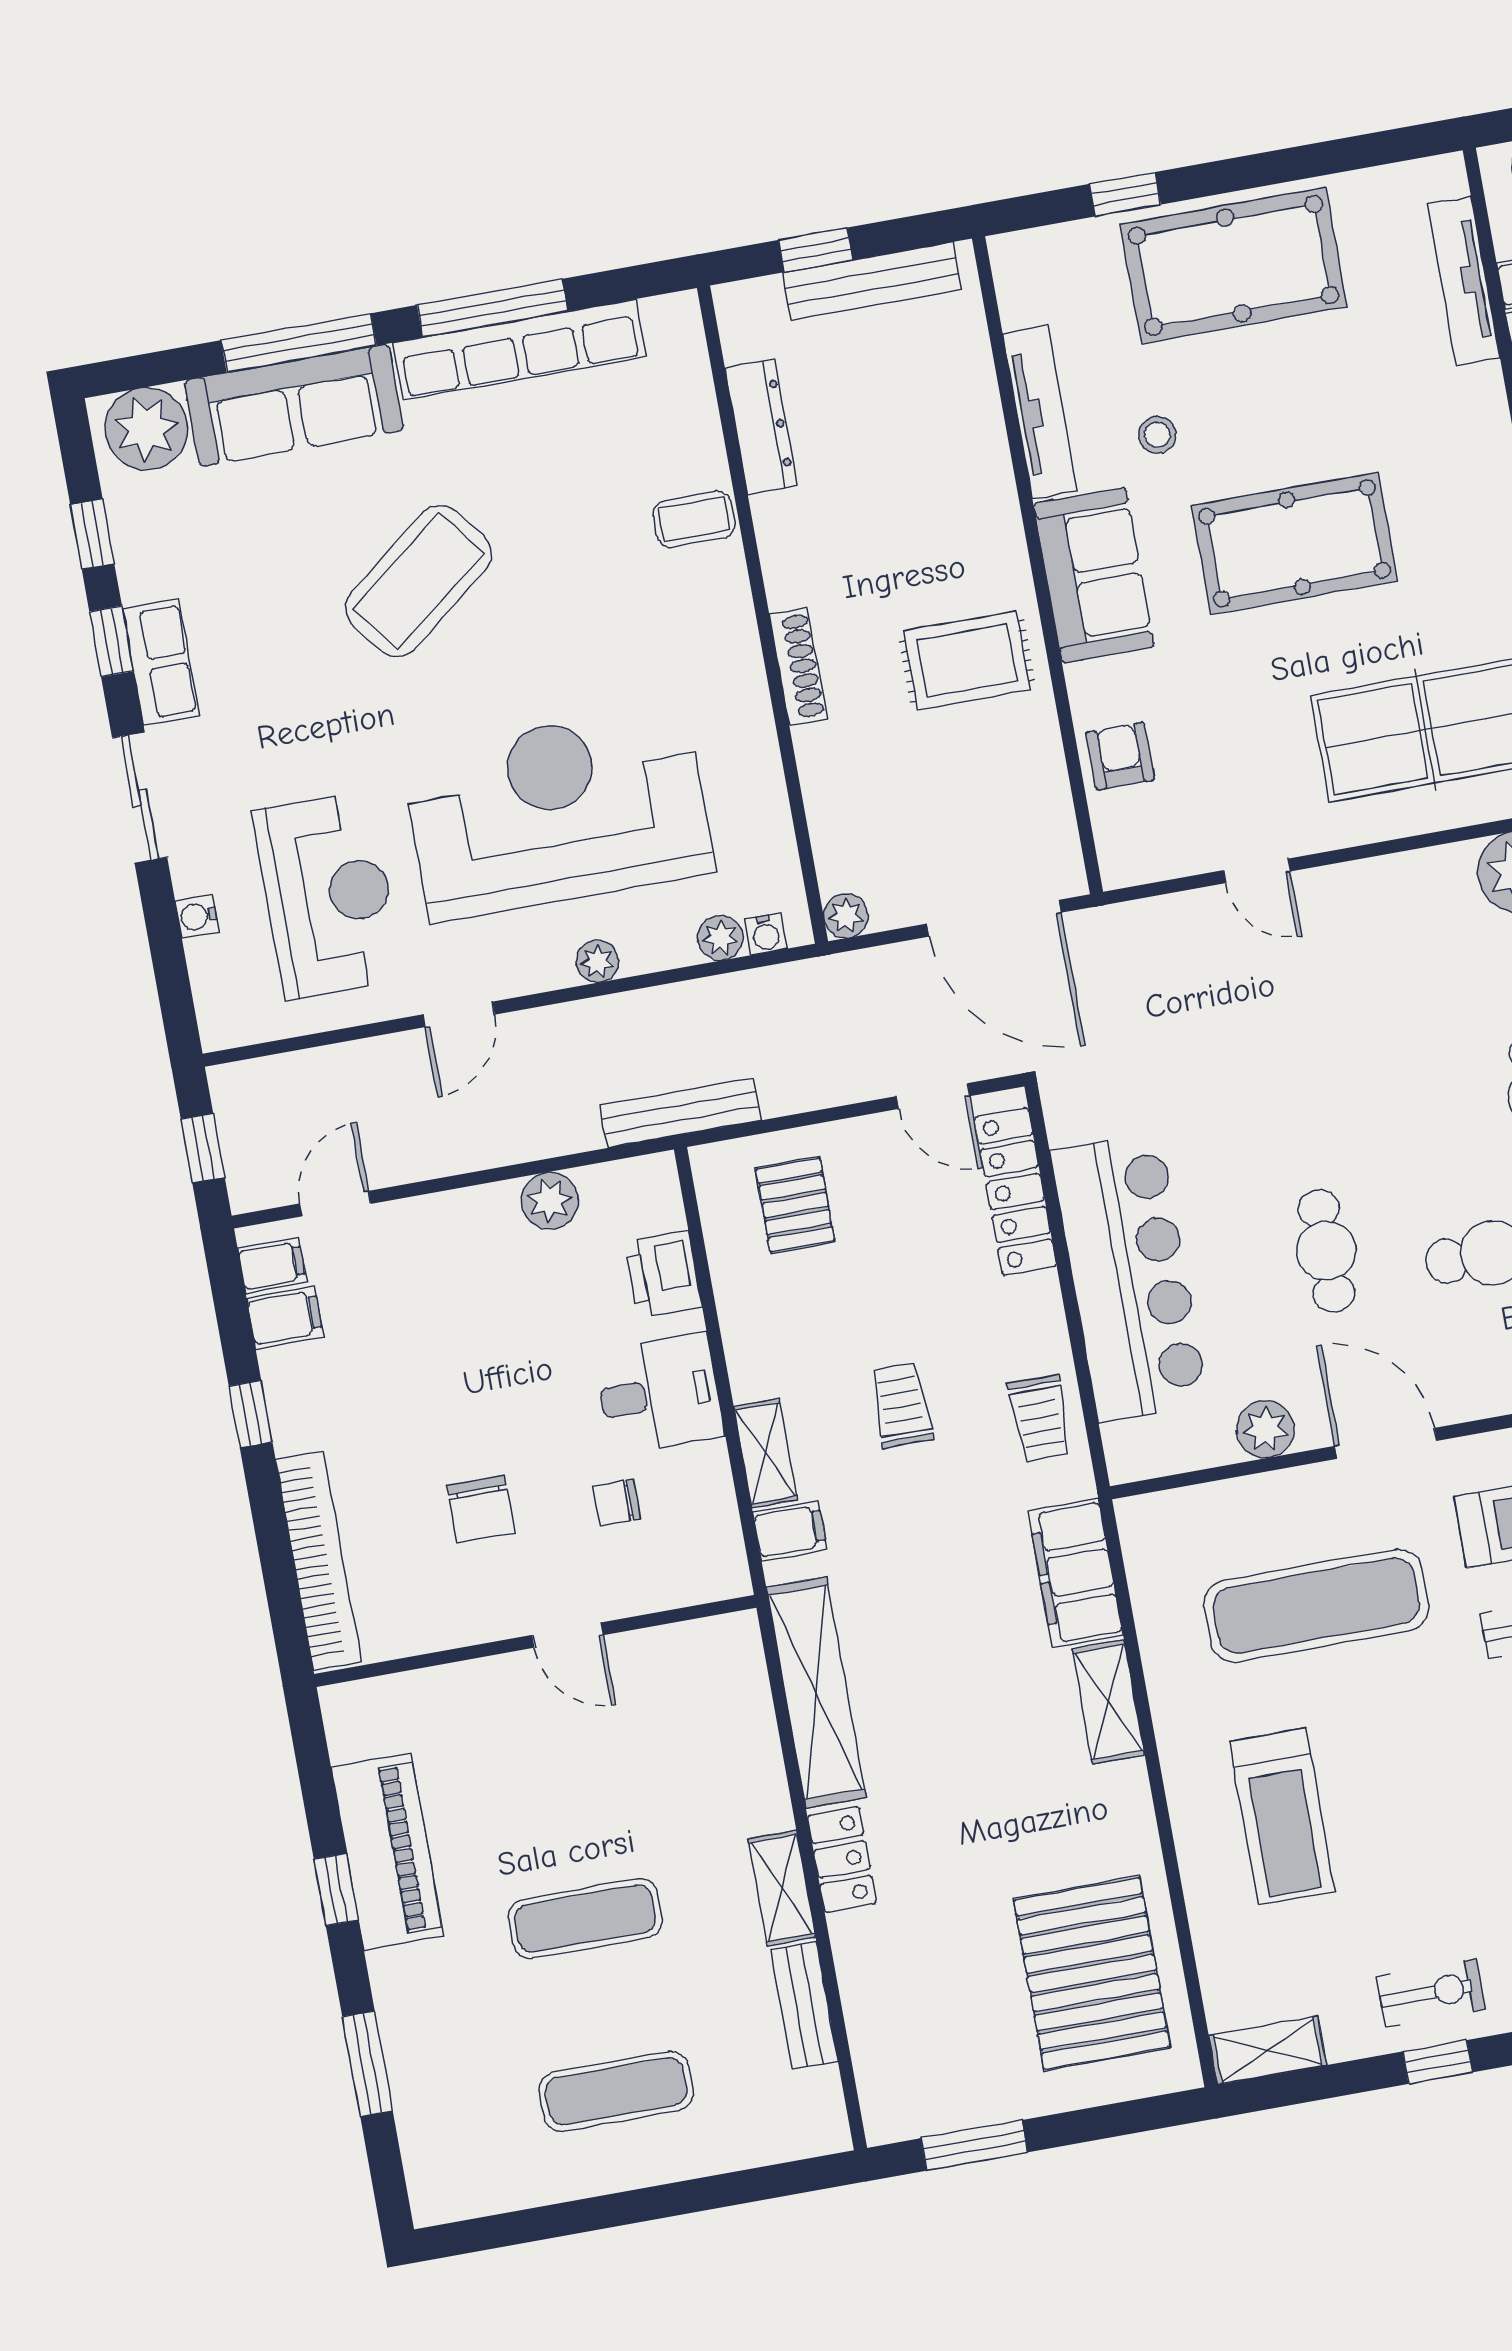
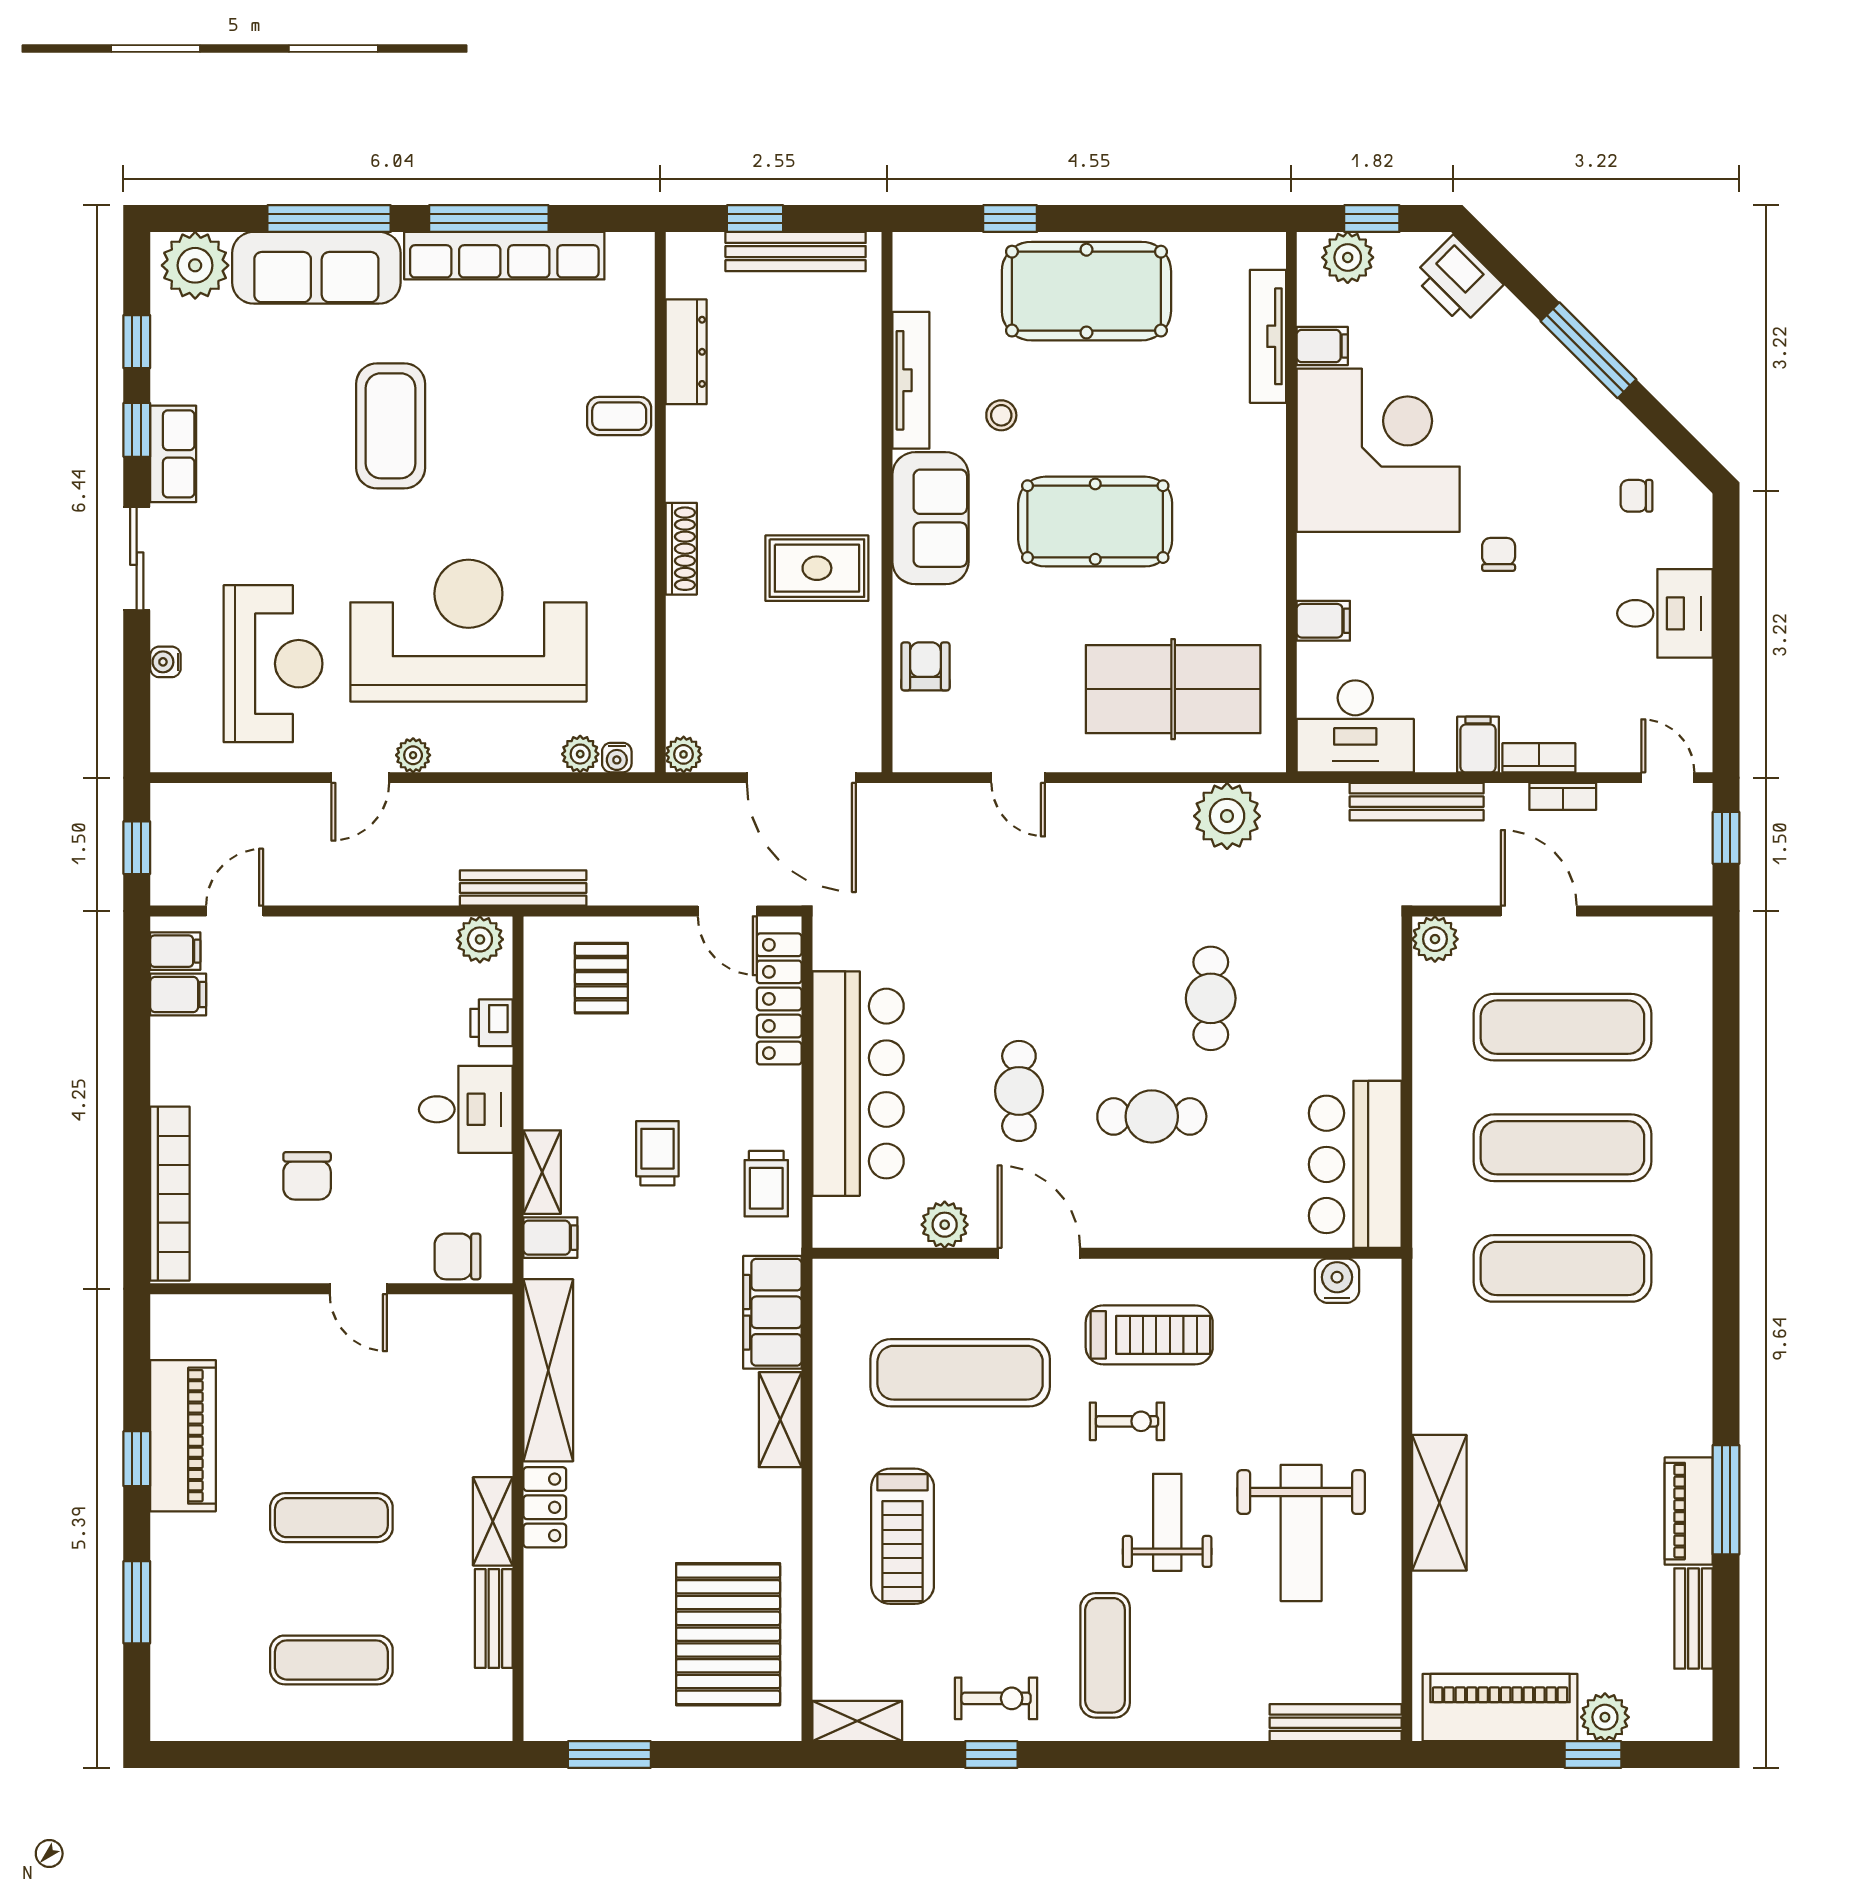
coffee table: (419, 581) -> (391, 426), turned -52
plant: (597, 961) -> (413, 755), moved
plant: (550, 1201) -> (480, 939), moved
printer: (663, 1274) -> (492, 1023), width x0.73, depth x0.81
window: (251, 1414) -> (137, 1067), removed
chair: (616, 1503) -> (457, 1256), moved, width x1.37, depth x1.37

